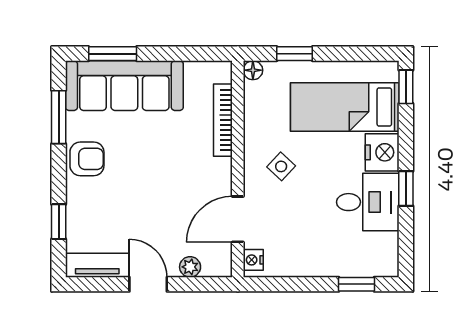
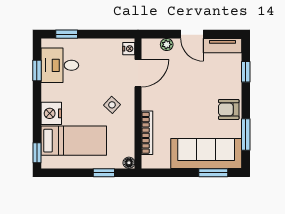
window: (406, 189) -> (37, 70), moved
desk: (368, 202) -> (60, 65), moved

